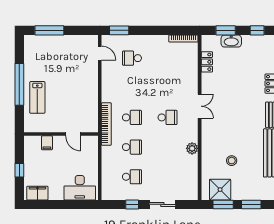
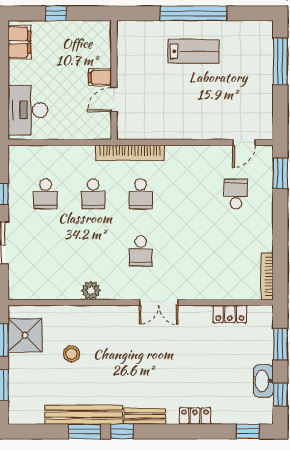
washbasin: (231, 41) -> (263, 381), moved
lab bench: (37, 97) -> (193, 51), moved, turned 180
filing cabinet: (47, 143) -> (100, 77), moved

